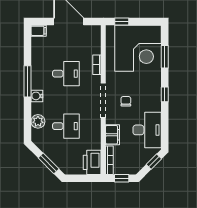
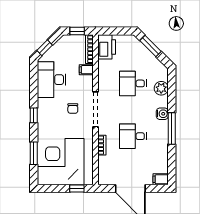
filing cabinet: (112, 135) -> (86, 70), width x0.50

